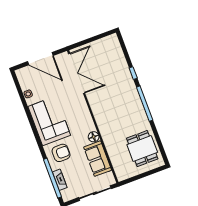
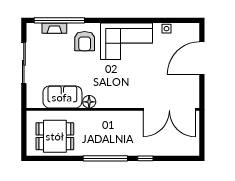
double door: (77, 73) -> (169, 109), moved
wall: (93, 117) -> (113, 109), moved
floor lamp: (94, 137) -> (89, 102), moved
sofa: (98, 159) -> (62, 97), moved

